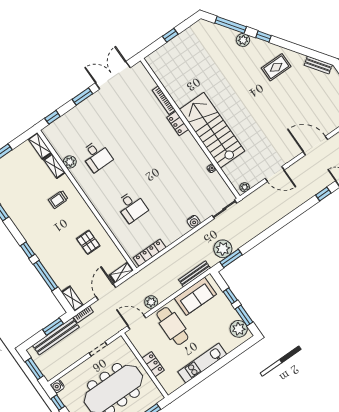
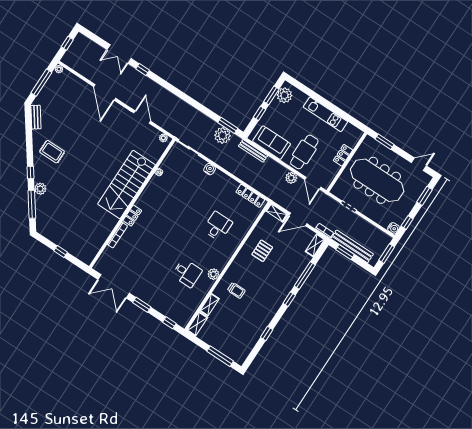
desk: (96, 156) -> (187, 273), turned 90
plant: (70, 162) -> (213, 274), moved

